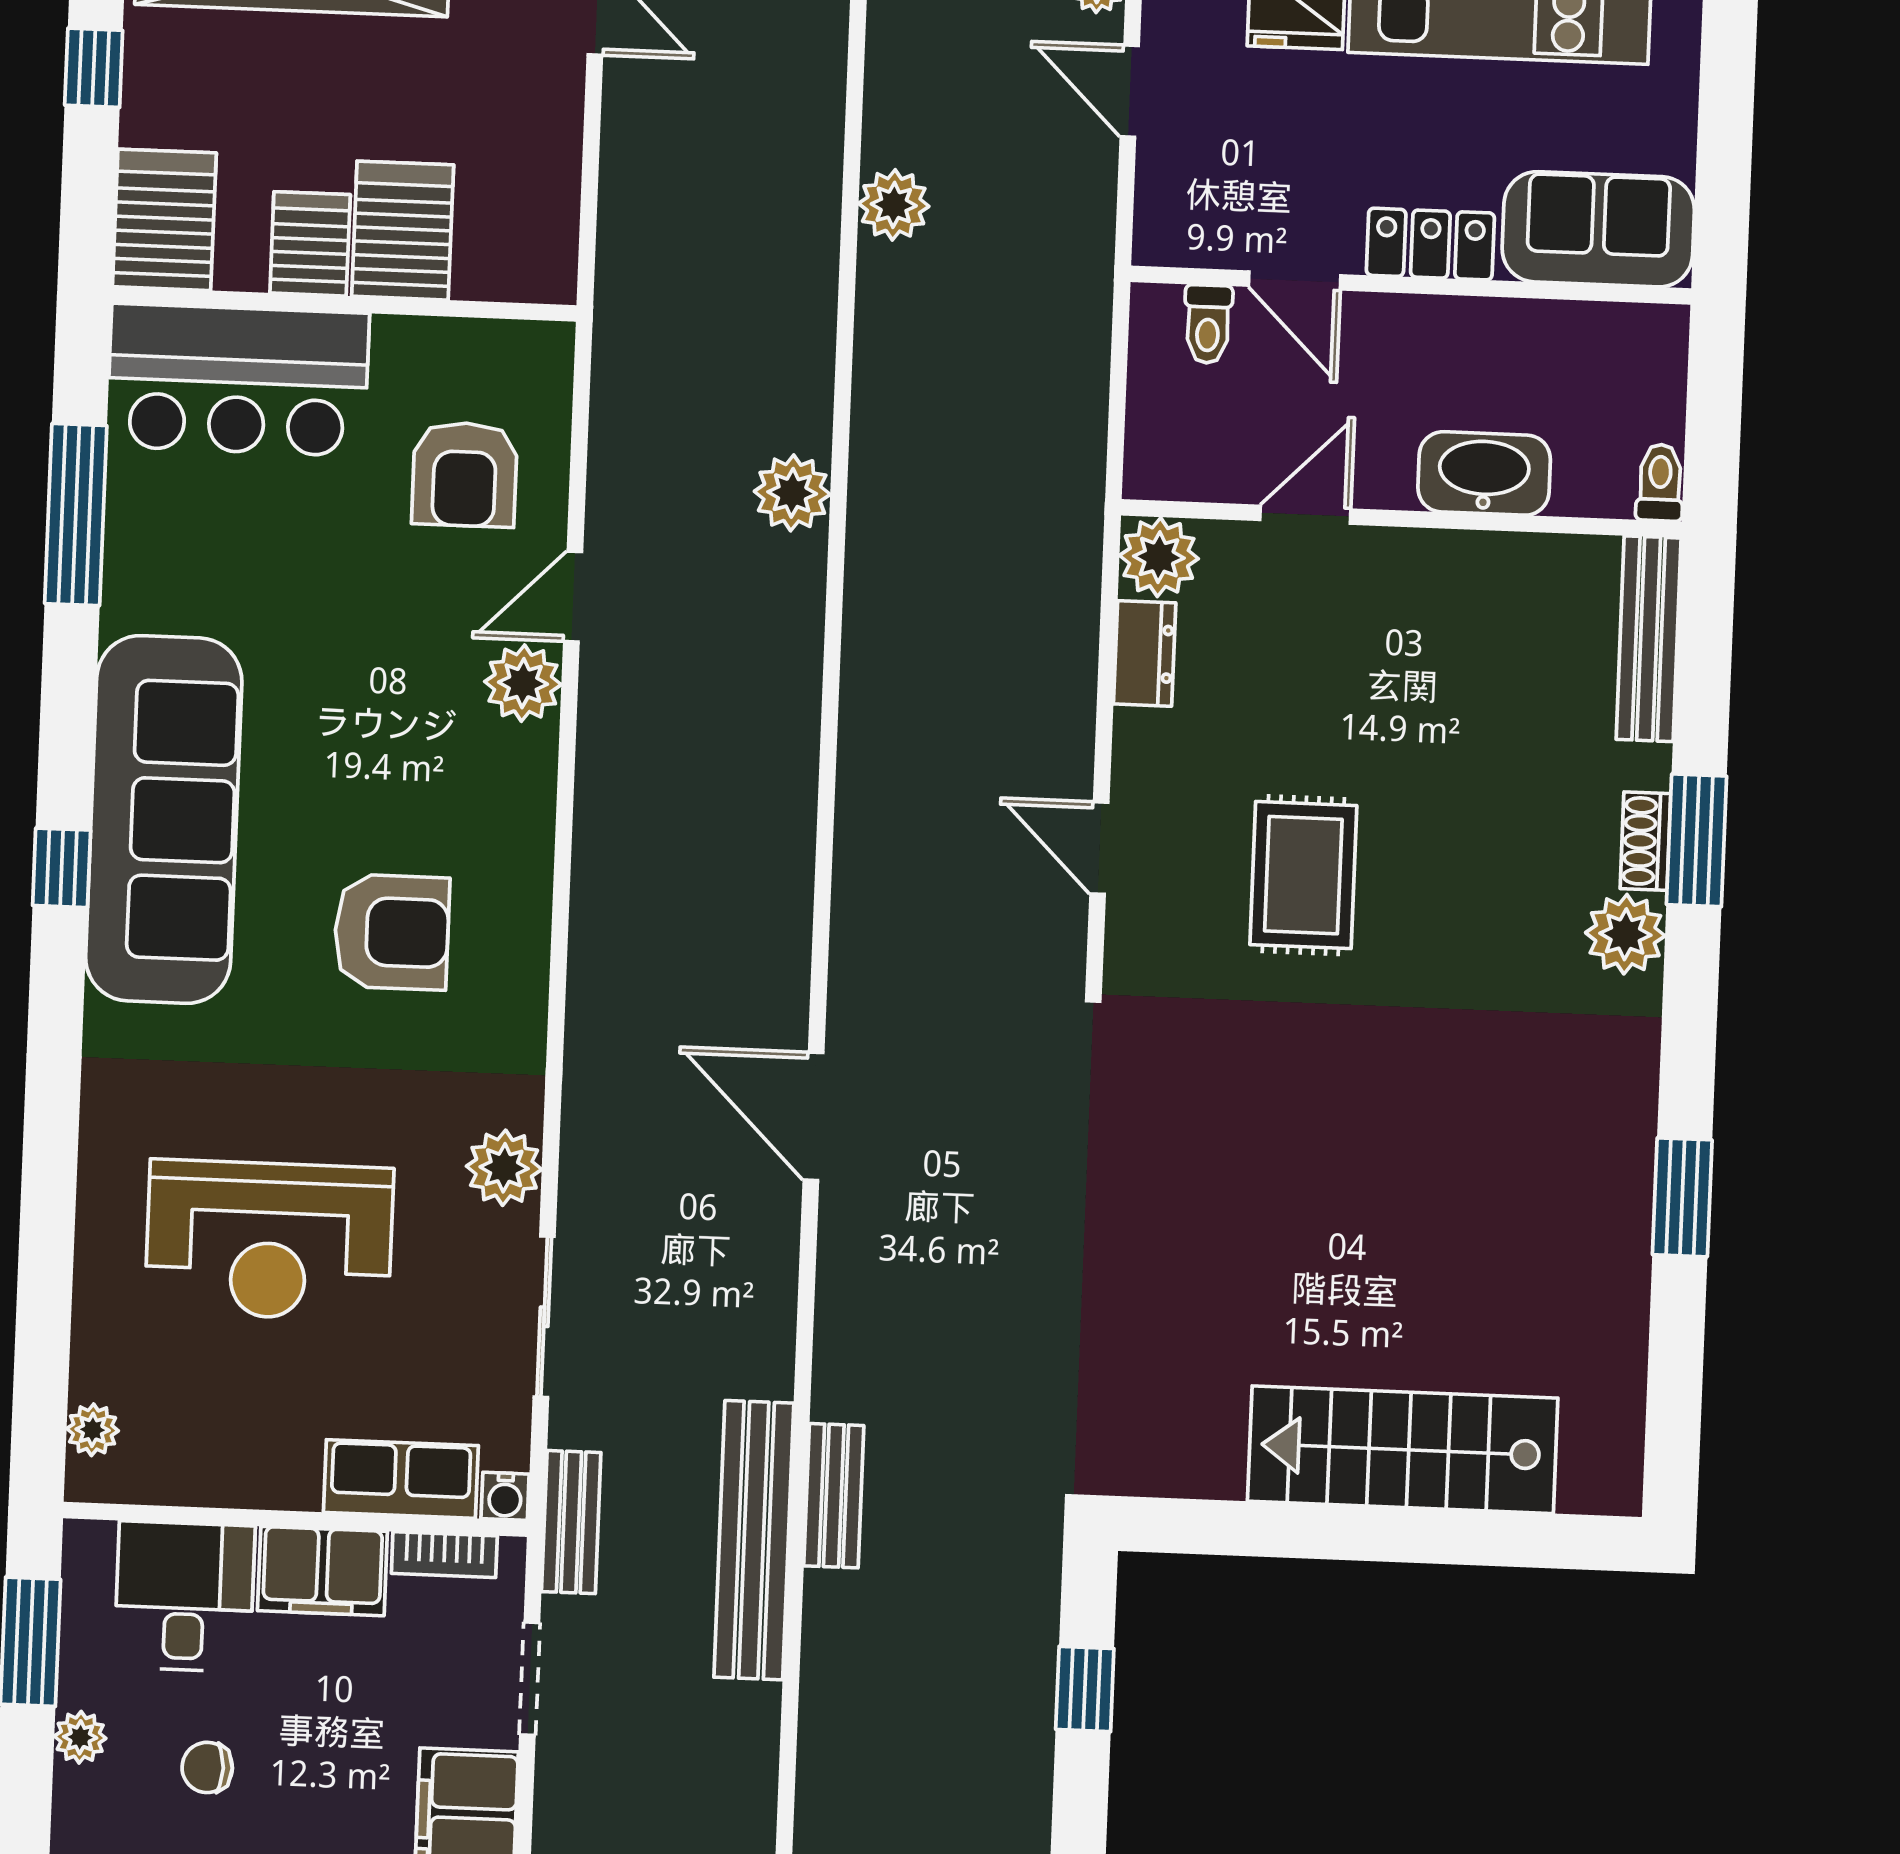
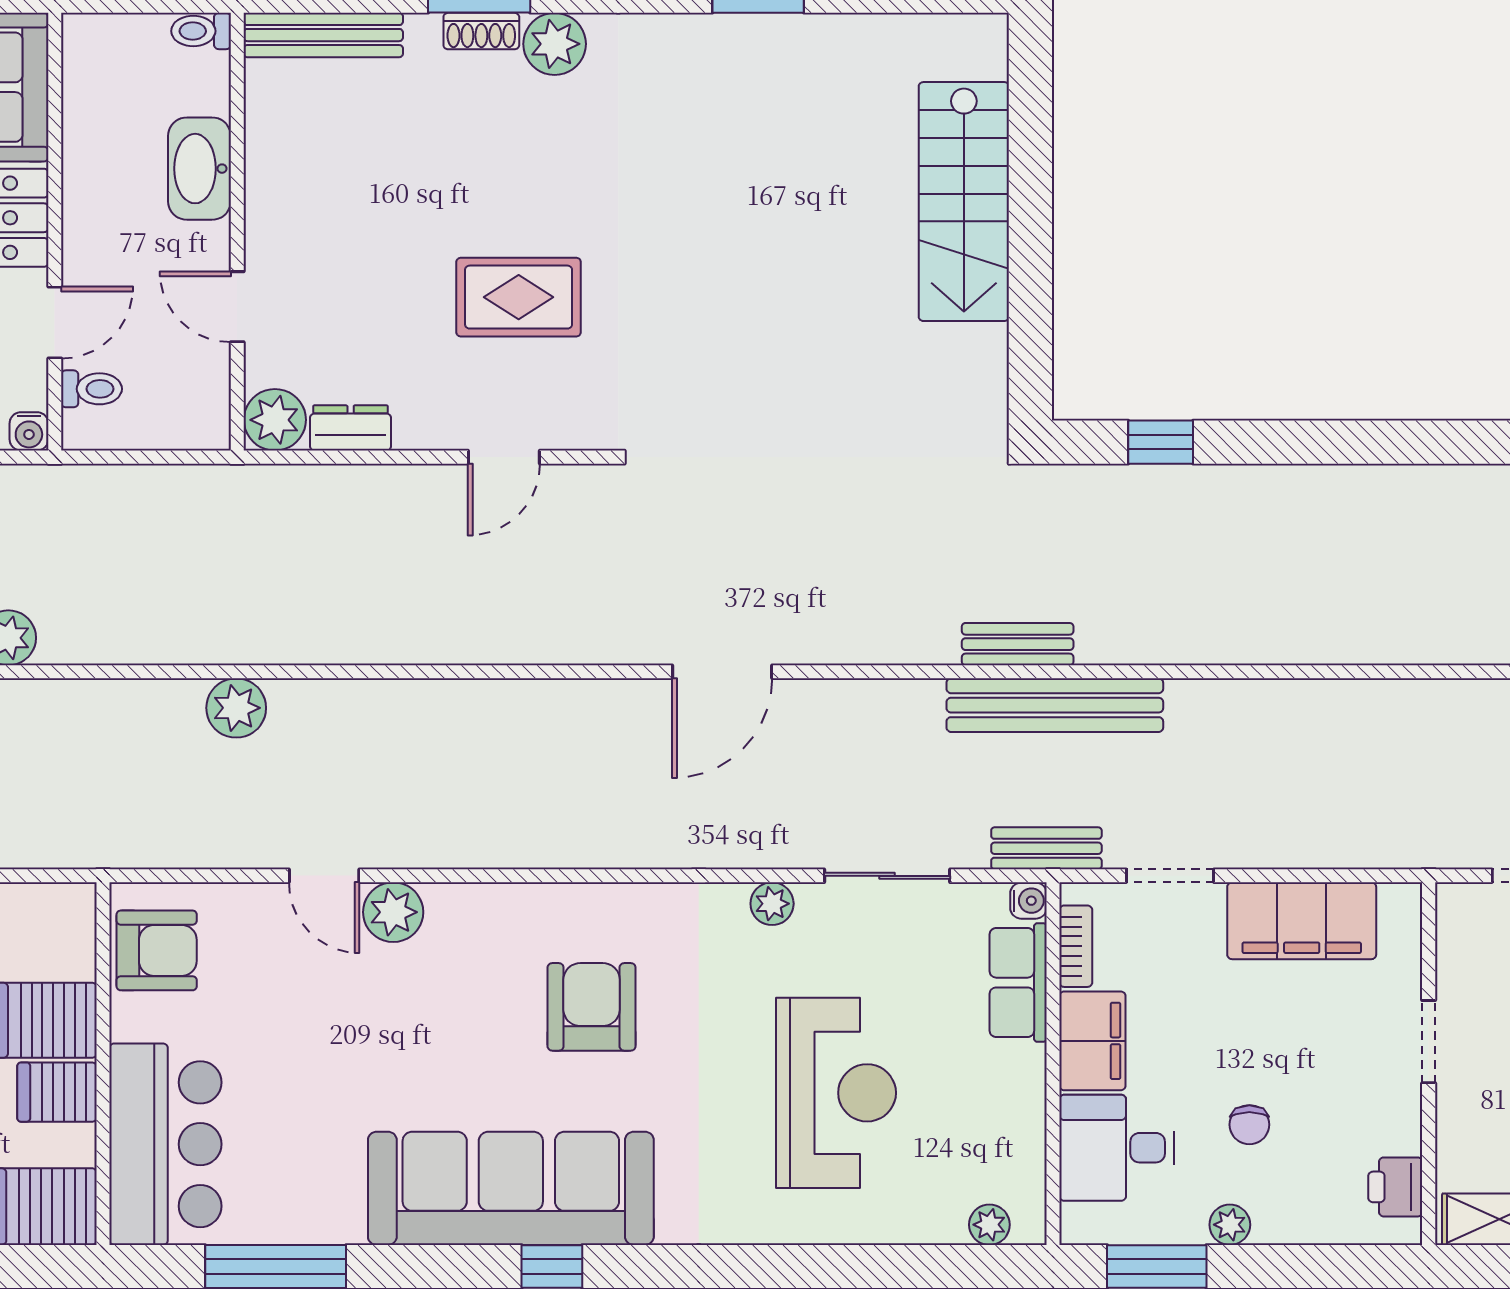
water cooler: (1157, 242) -> (29, 431), added
armchair: (465, 474) -> (157, 950), moved
plant: (504, 1168) -> (772, 904), width x0.73, depth x0.73

